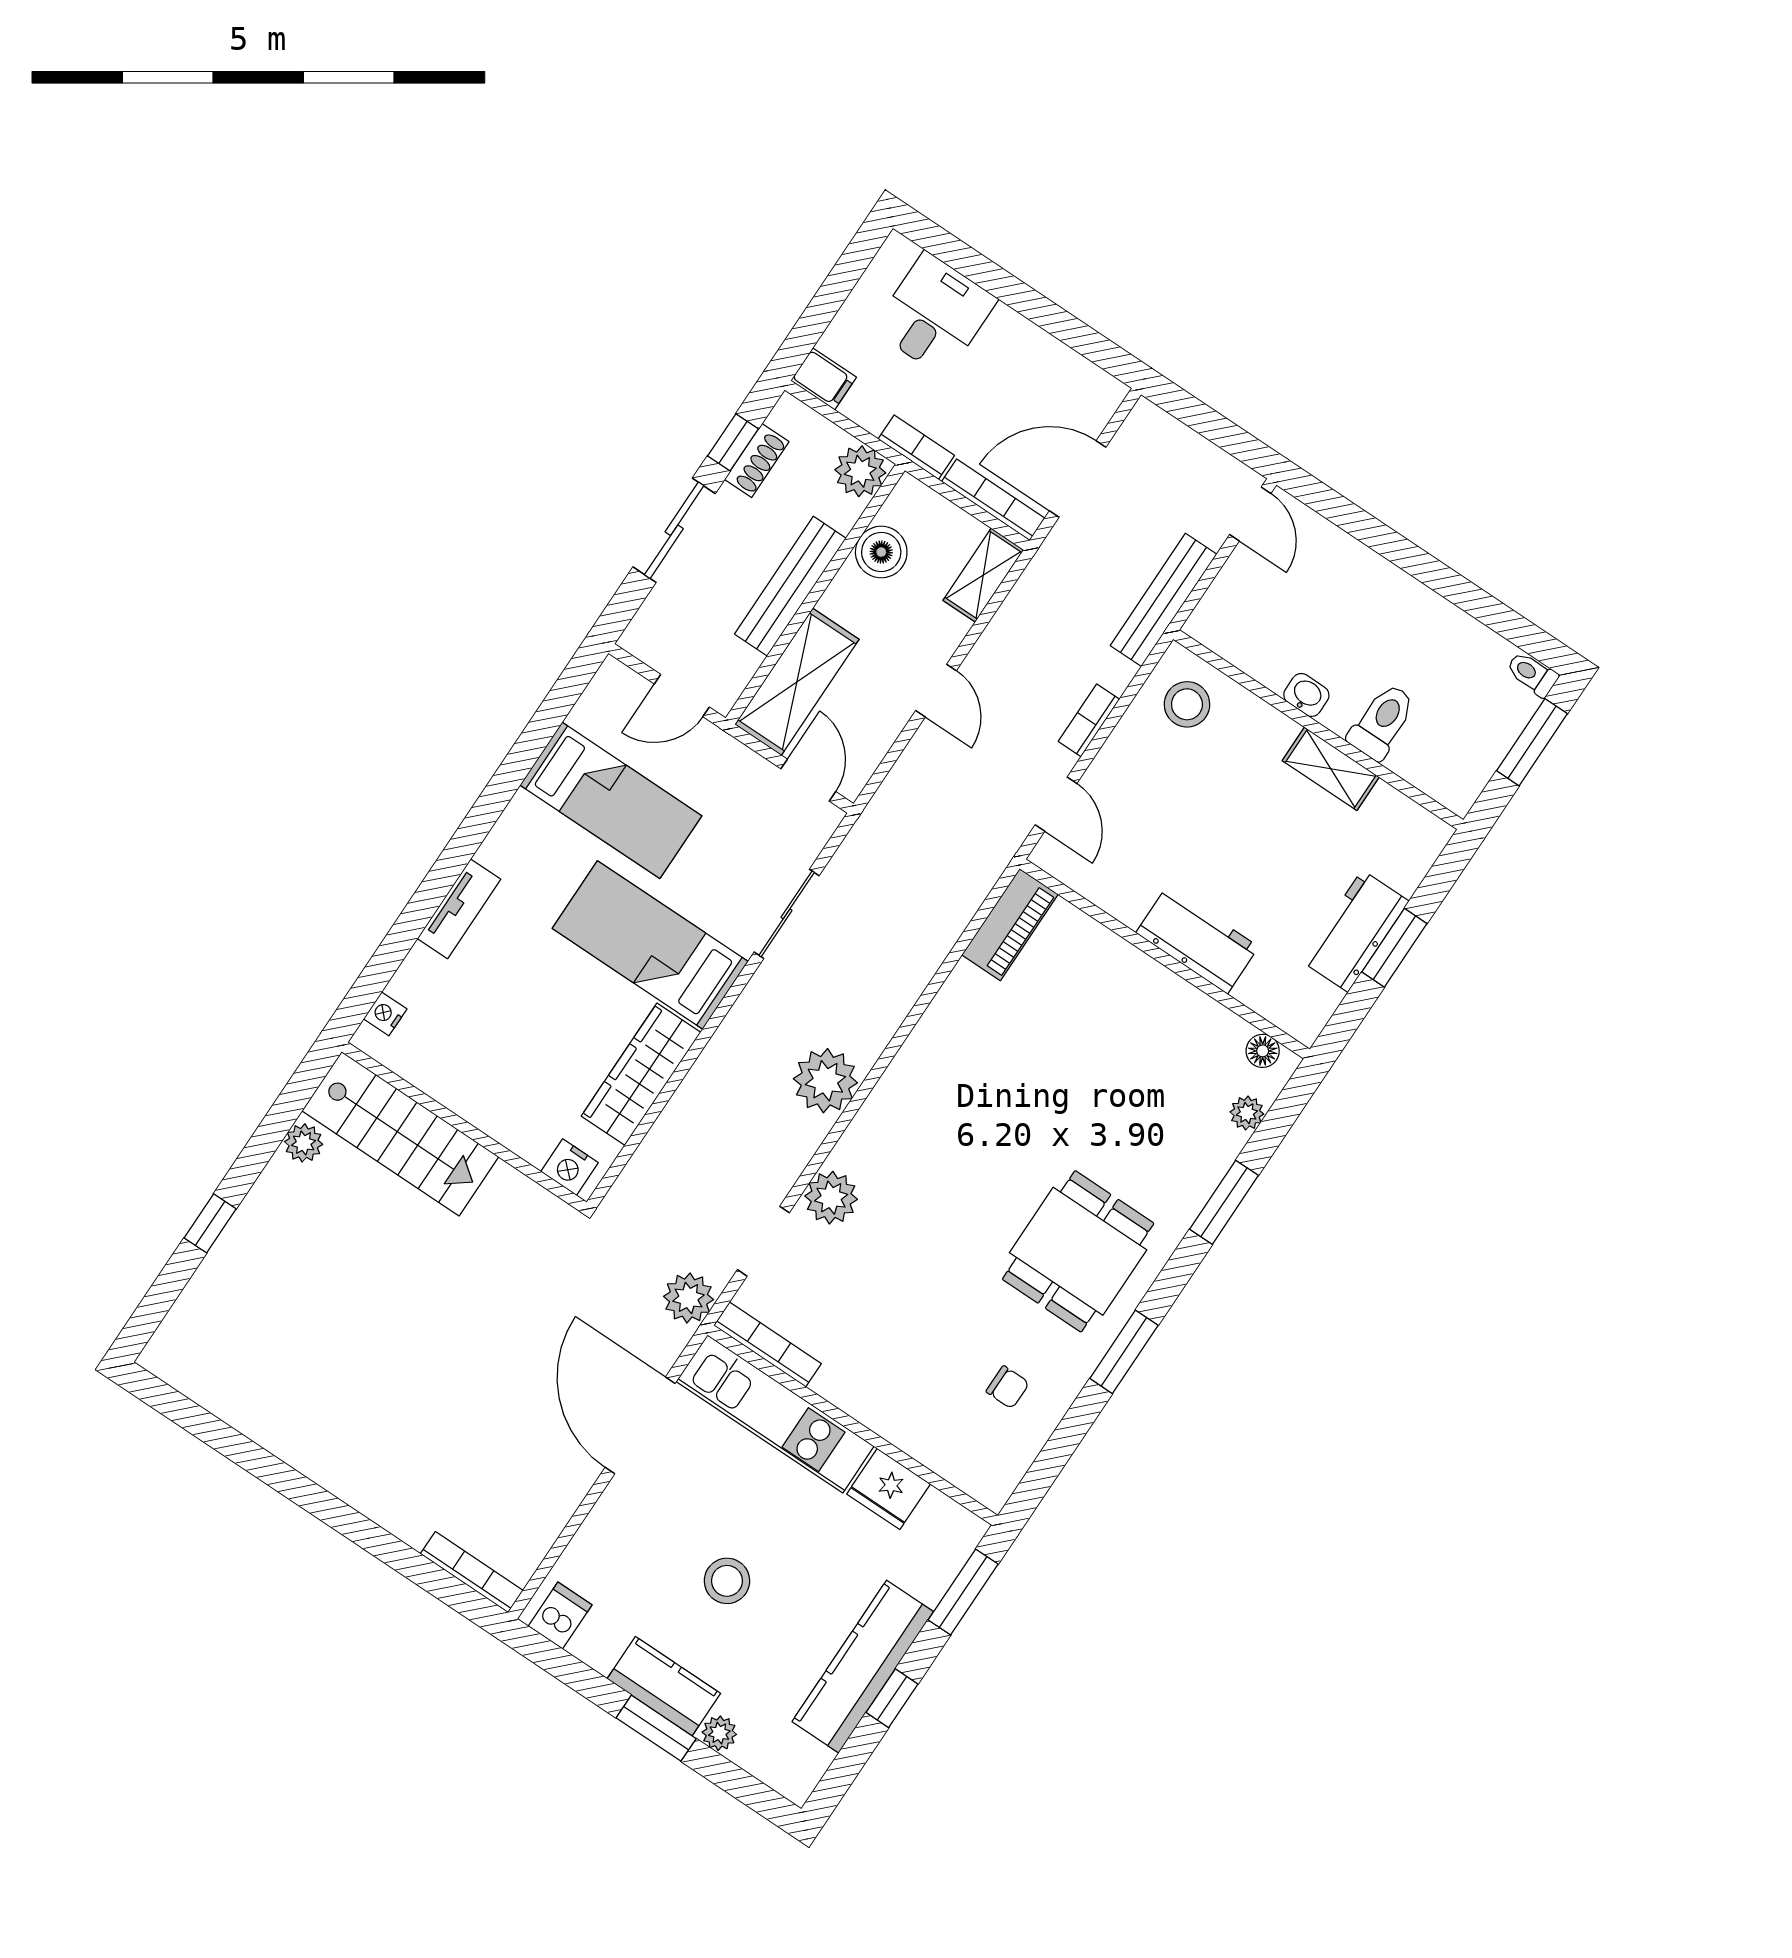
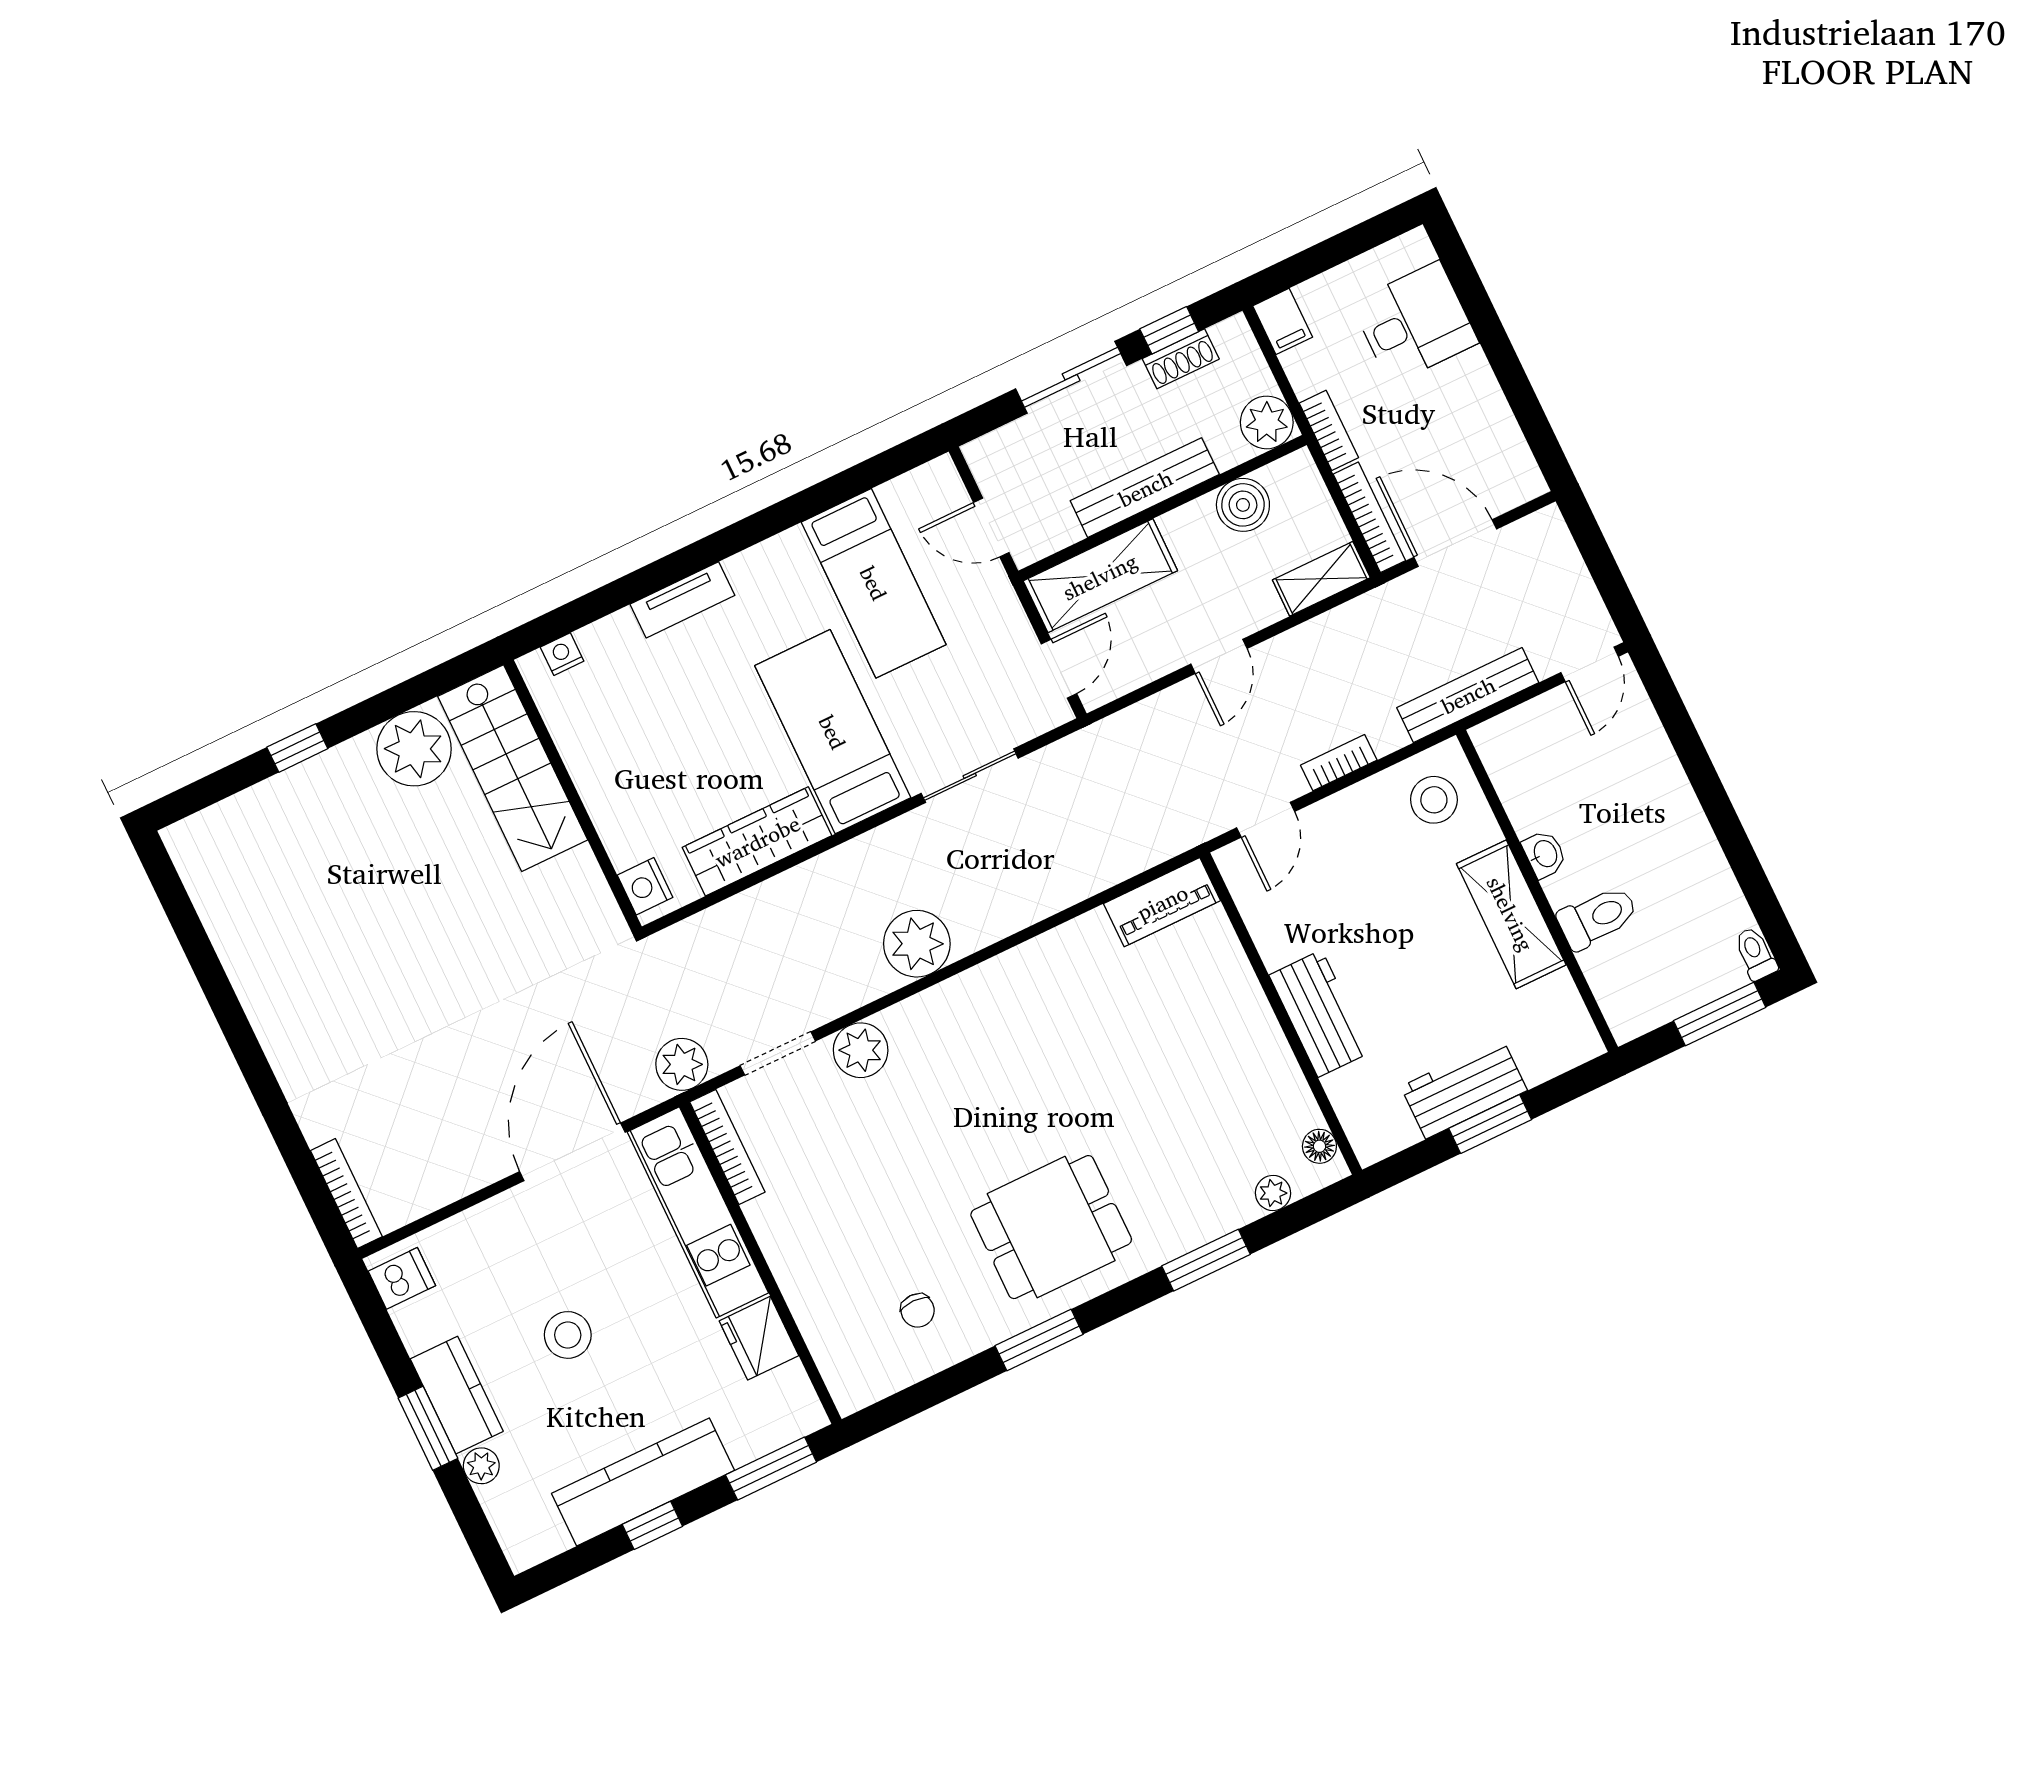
shelving: (1331, 769) -> (1511, 914), width x1.50, depth x1.33
plant: (304, 1143) -> (414, 749), width x1.87, depth x1.87

